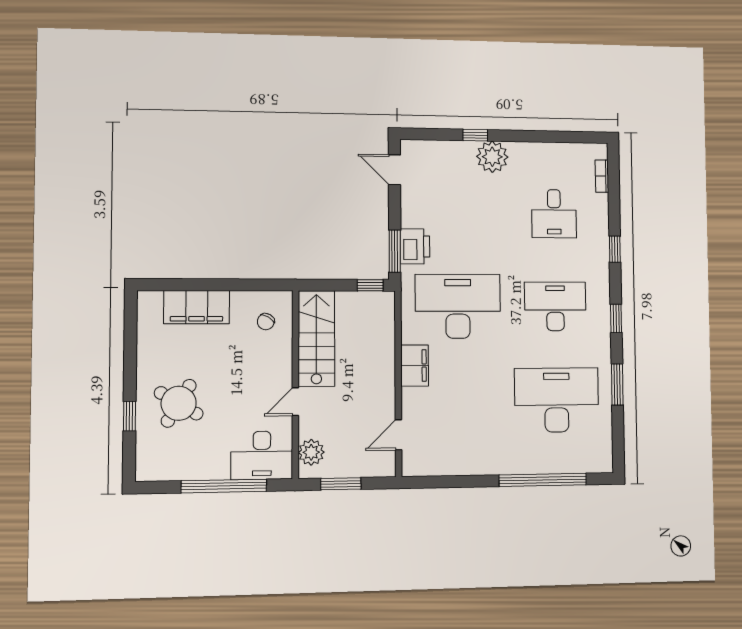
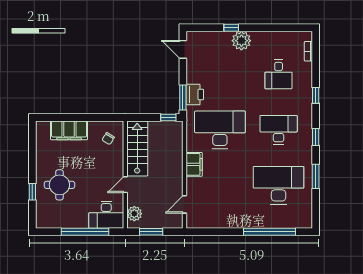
round table: (179, 403) -> (59, 185), turned -31

